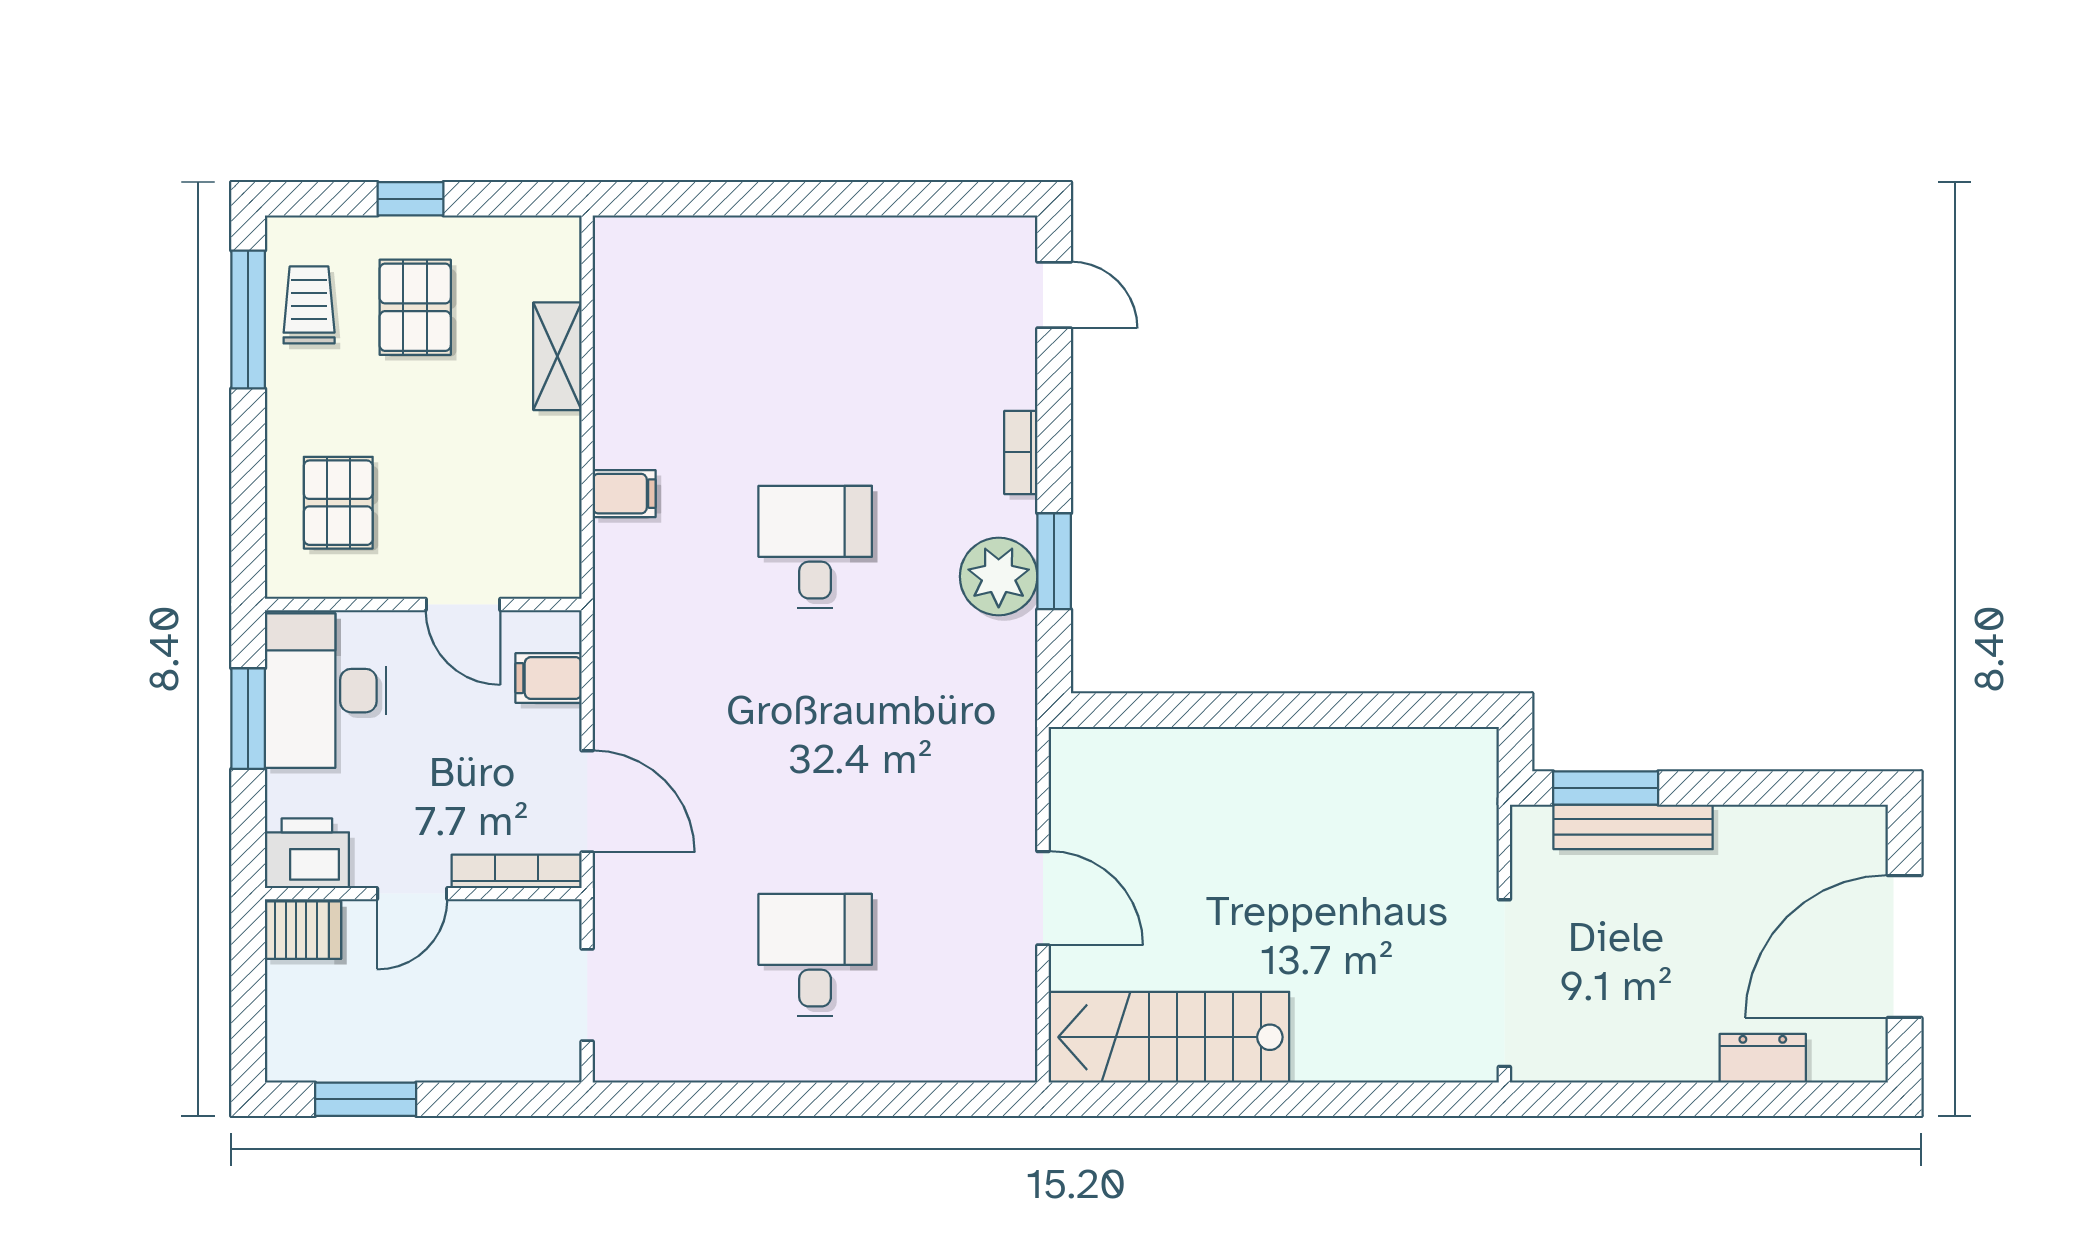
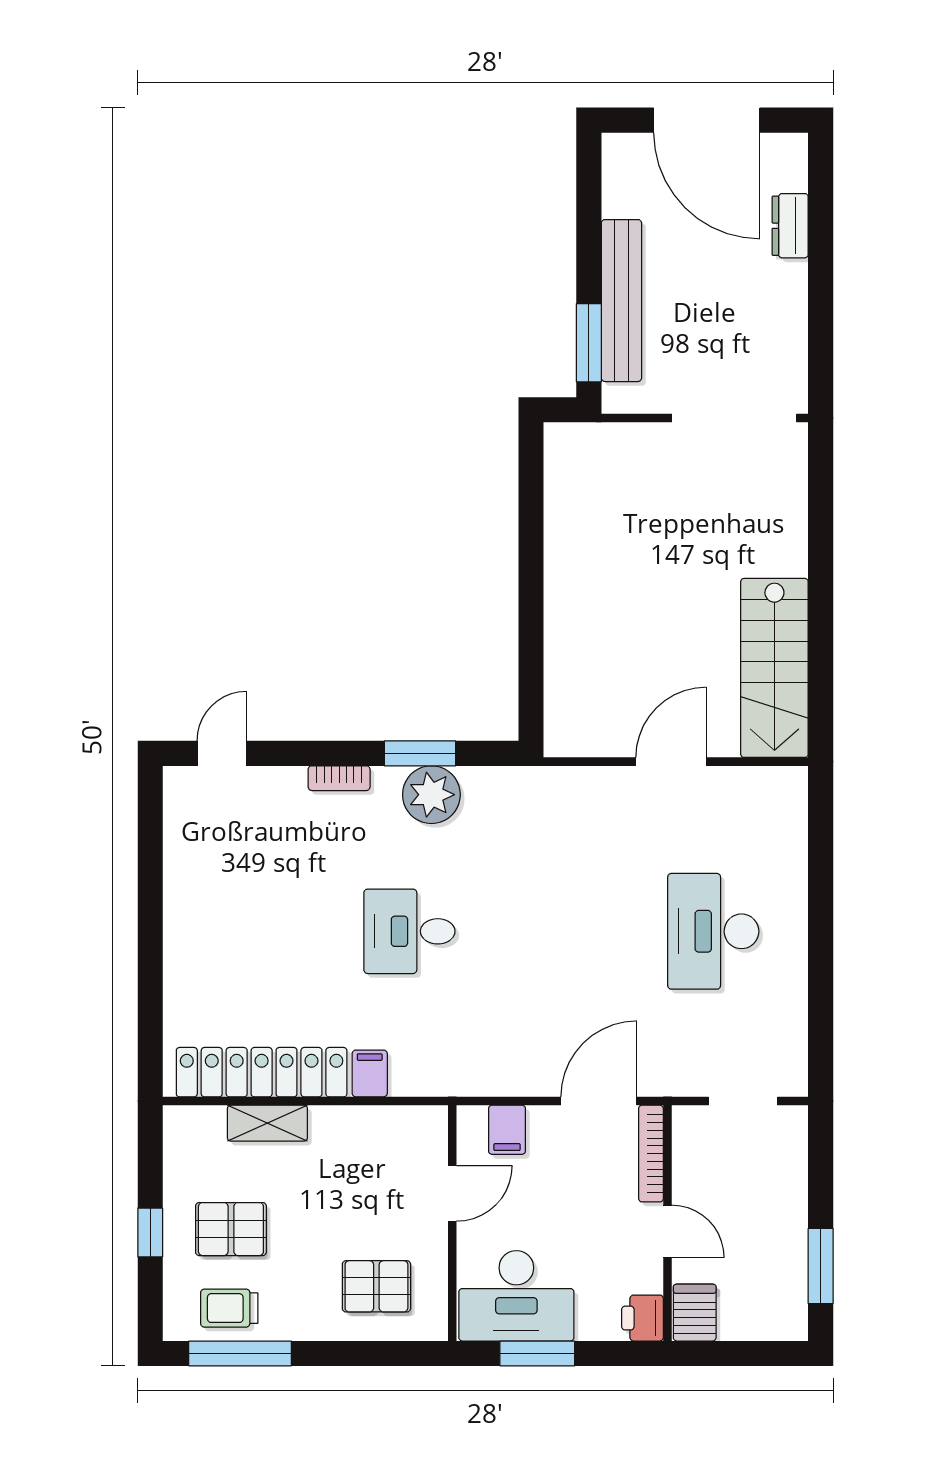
locker: (626, 348) -> (262, 1072), added
bench: (1633, 827) -> (621, 301), width x1.37, depth x1.21
printer: (307, 853) -> (642, 1318), width x0.73, depth x0.81
desk: (815, 955) -> (713, 931), width x1.37

